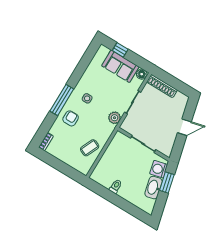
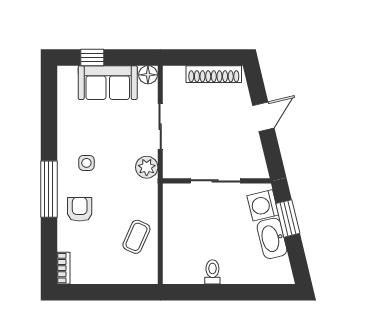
shoe rack: (162, 86) -> (214, 74), moved

